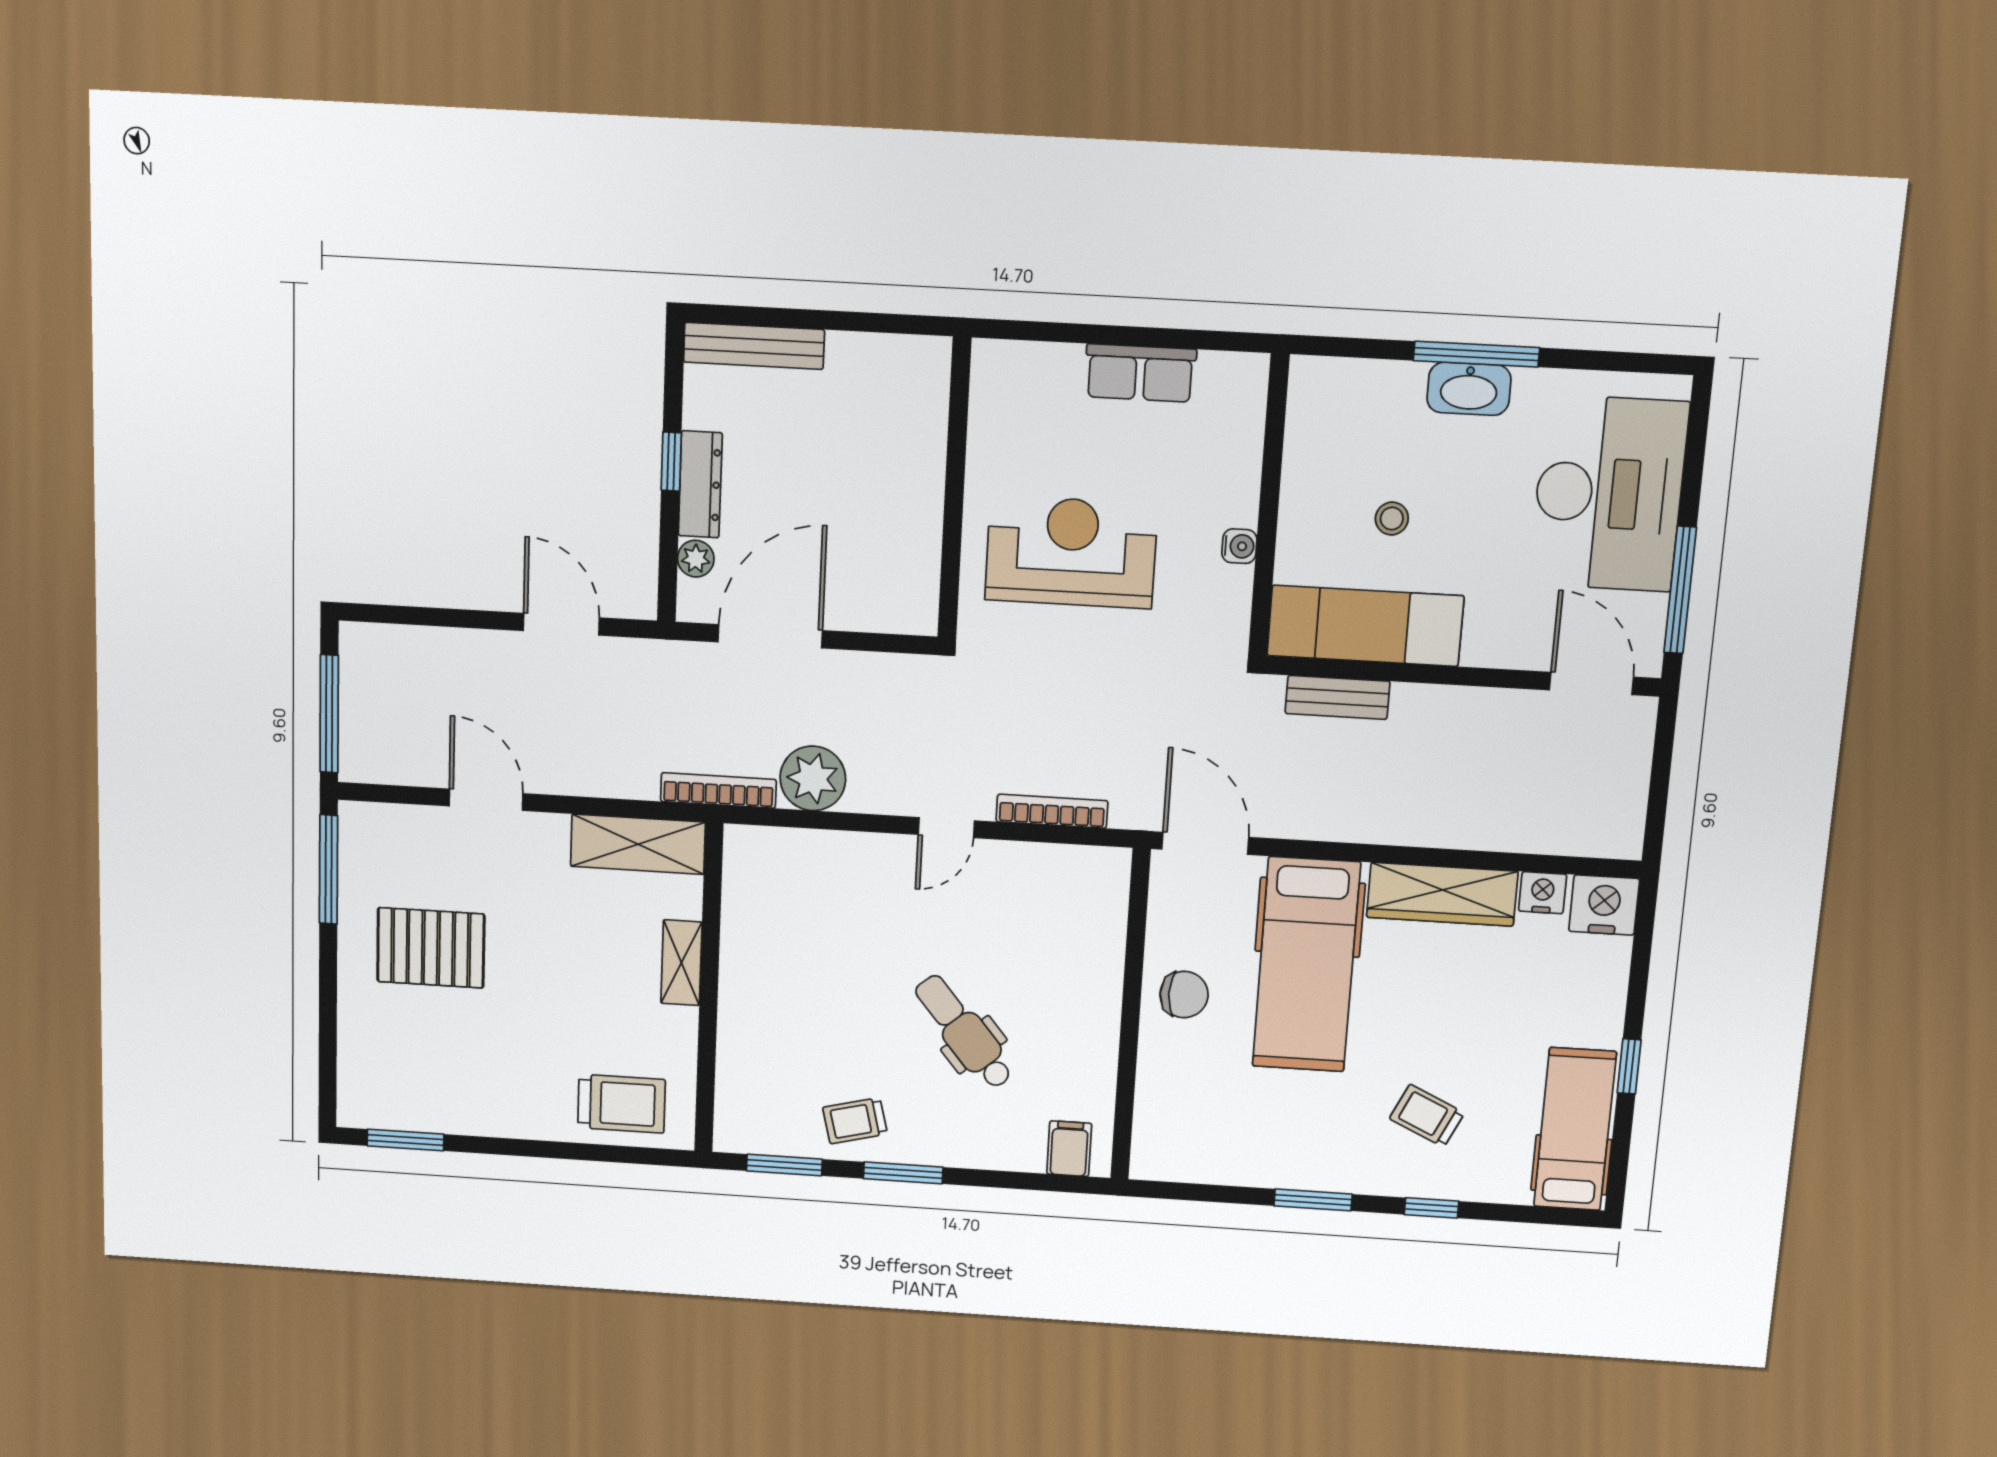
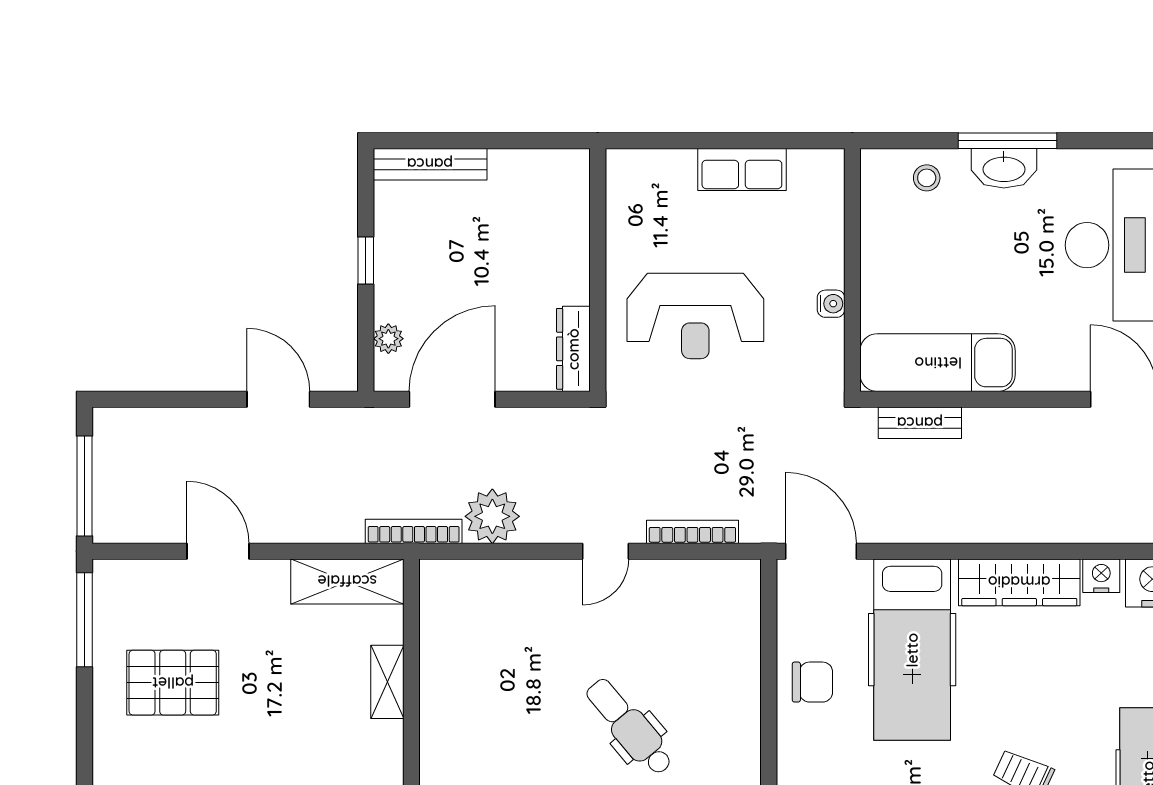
dresser: (700, 484) -> (573, 349), moved, turned 180
stool: (1392, 519) -> (927, 178), moved
reception desk: (1071, 552) -> (695, 316), turned 180

